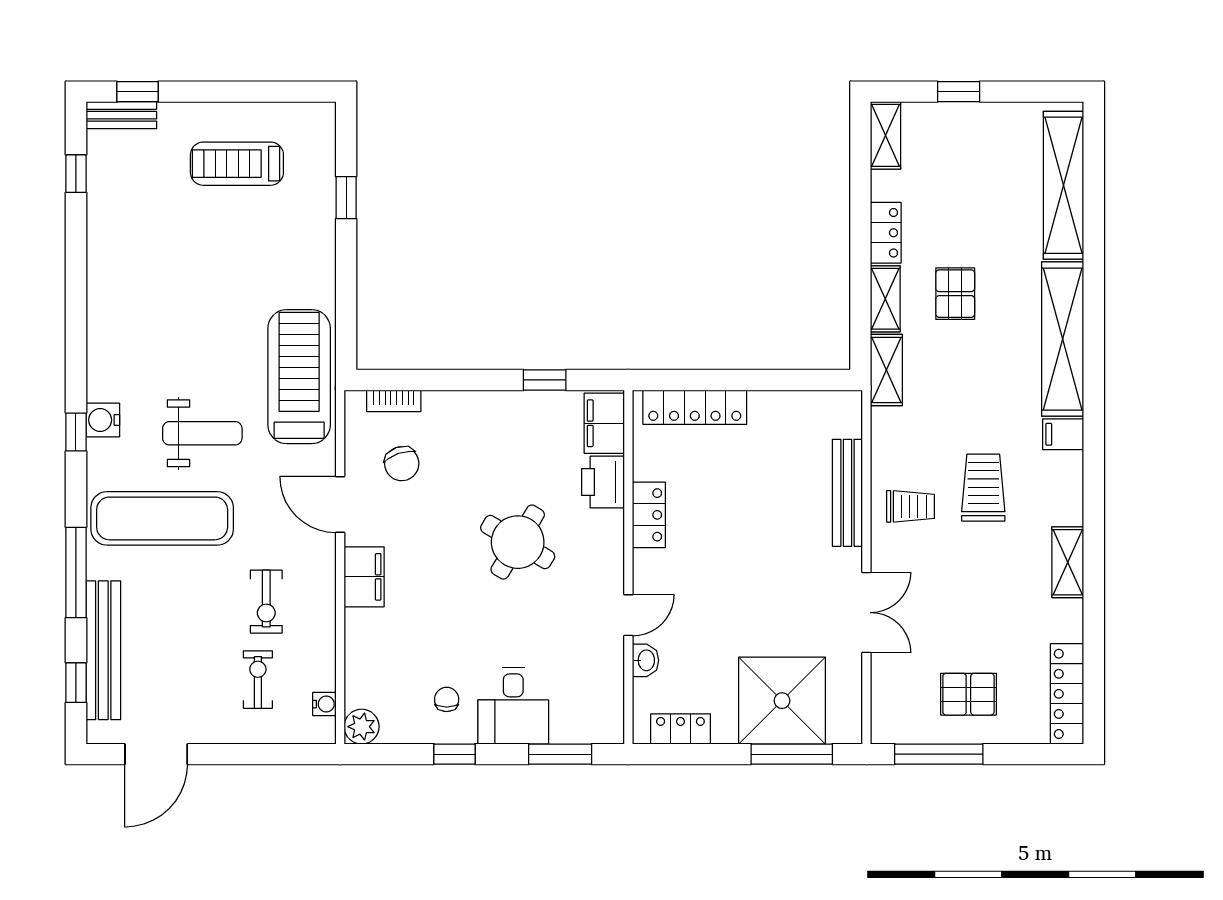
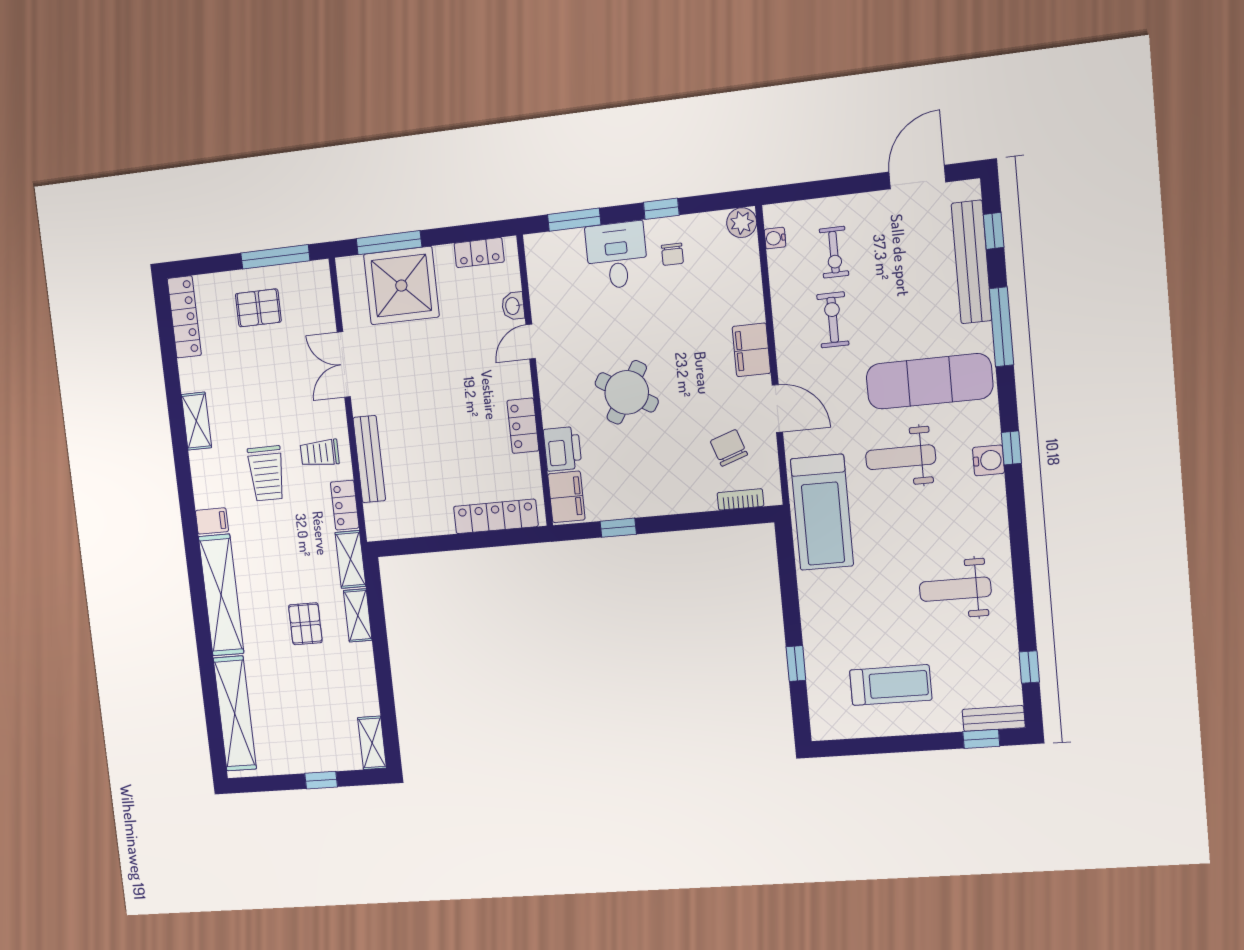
locker: (886, 233) -> (345, 505), moved
weight bench: (153, 272) -> (955, 589), added

